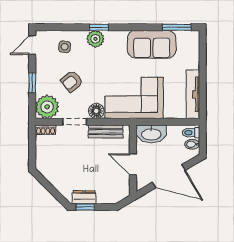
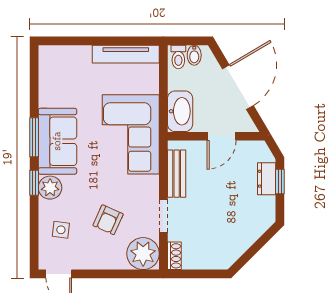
window: (177, 27) -> (34, 137), moved
sofa: (152, 44) -> (57, 141), moved
armchair: (72, 81) -> (108, 220), turned 62
window: (32, 83) -> (110, 274), removed
floor lamp: (96, 111) -> (149, 186), removed
dresser: (84, 197) -> (267, 179), moved
window: (85, 207) -> (280, 181), moved

